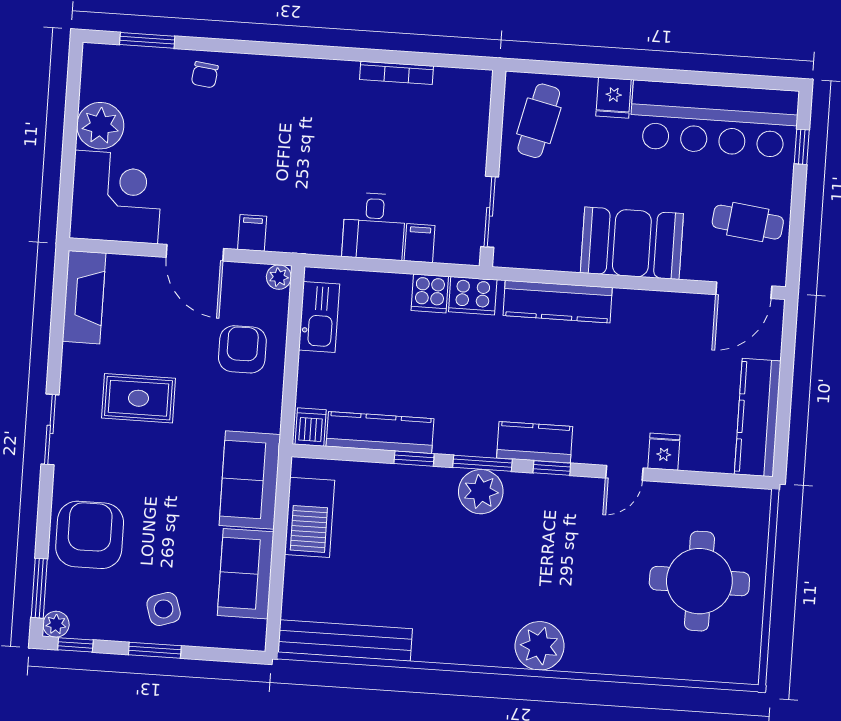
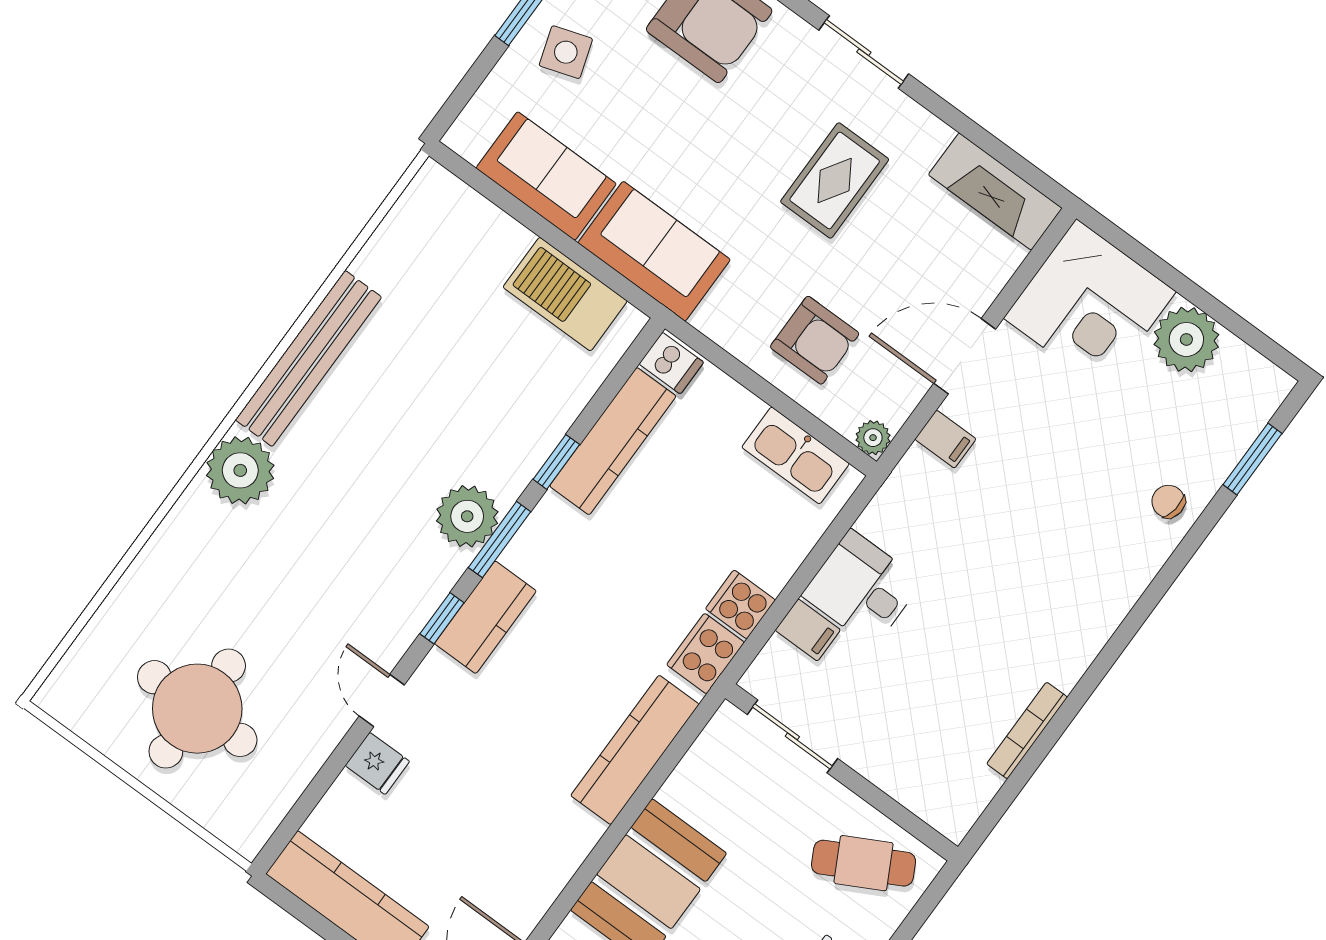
cafe table: (539, 121) -> (864, 863), turned -41
bench: (345, 641) -> (308, 358), moved

